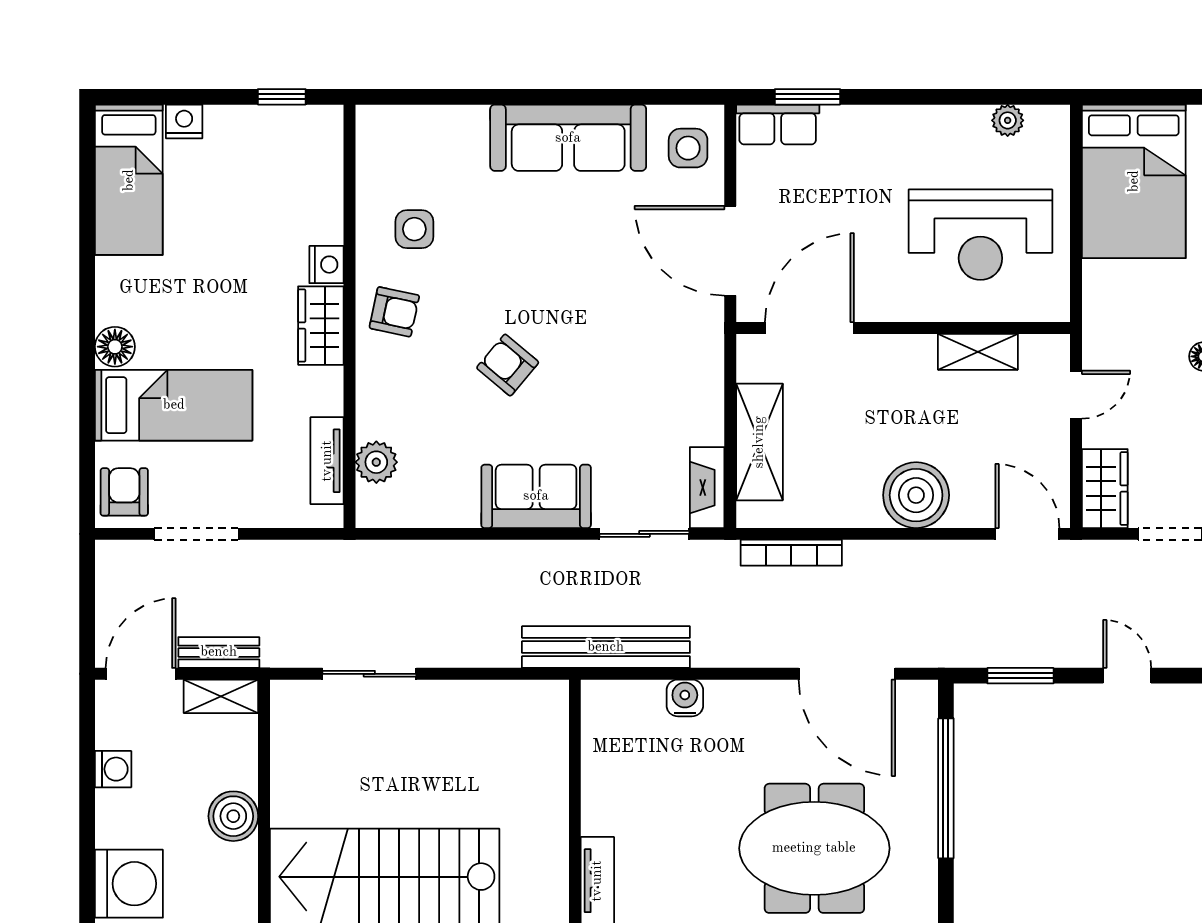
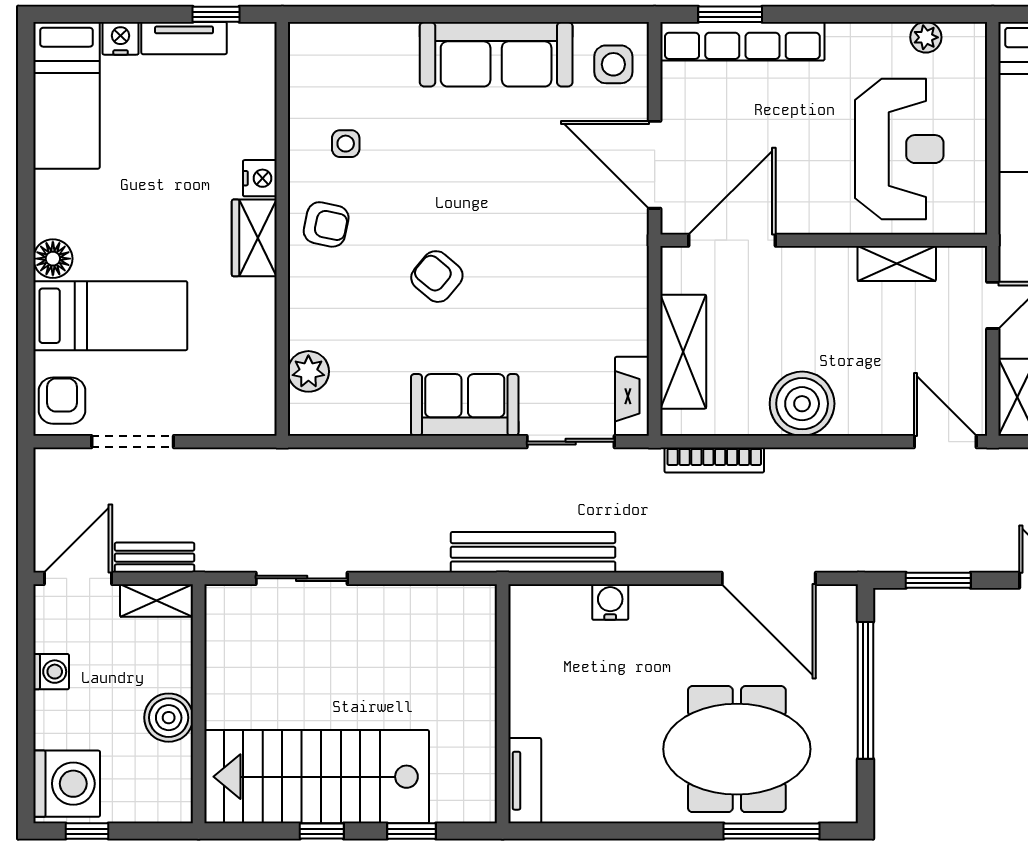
row of seats: (778, 124) -> (742, 41), width x2.02
side table: (414, 229) -> (346, 144), width x0.73, depth x0.73
reception desk: (980, 235) -> (899, 149), turned -90
tv unit: (327, 461) -> (184, 38), moved, turned -90
boiler: (916, 495) -> (802, 404), moved

